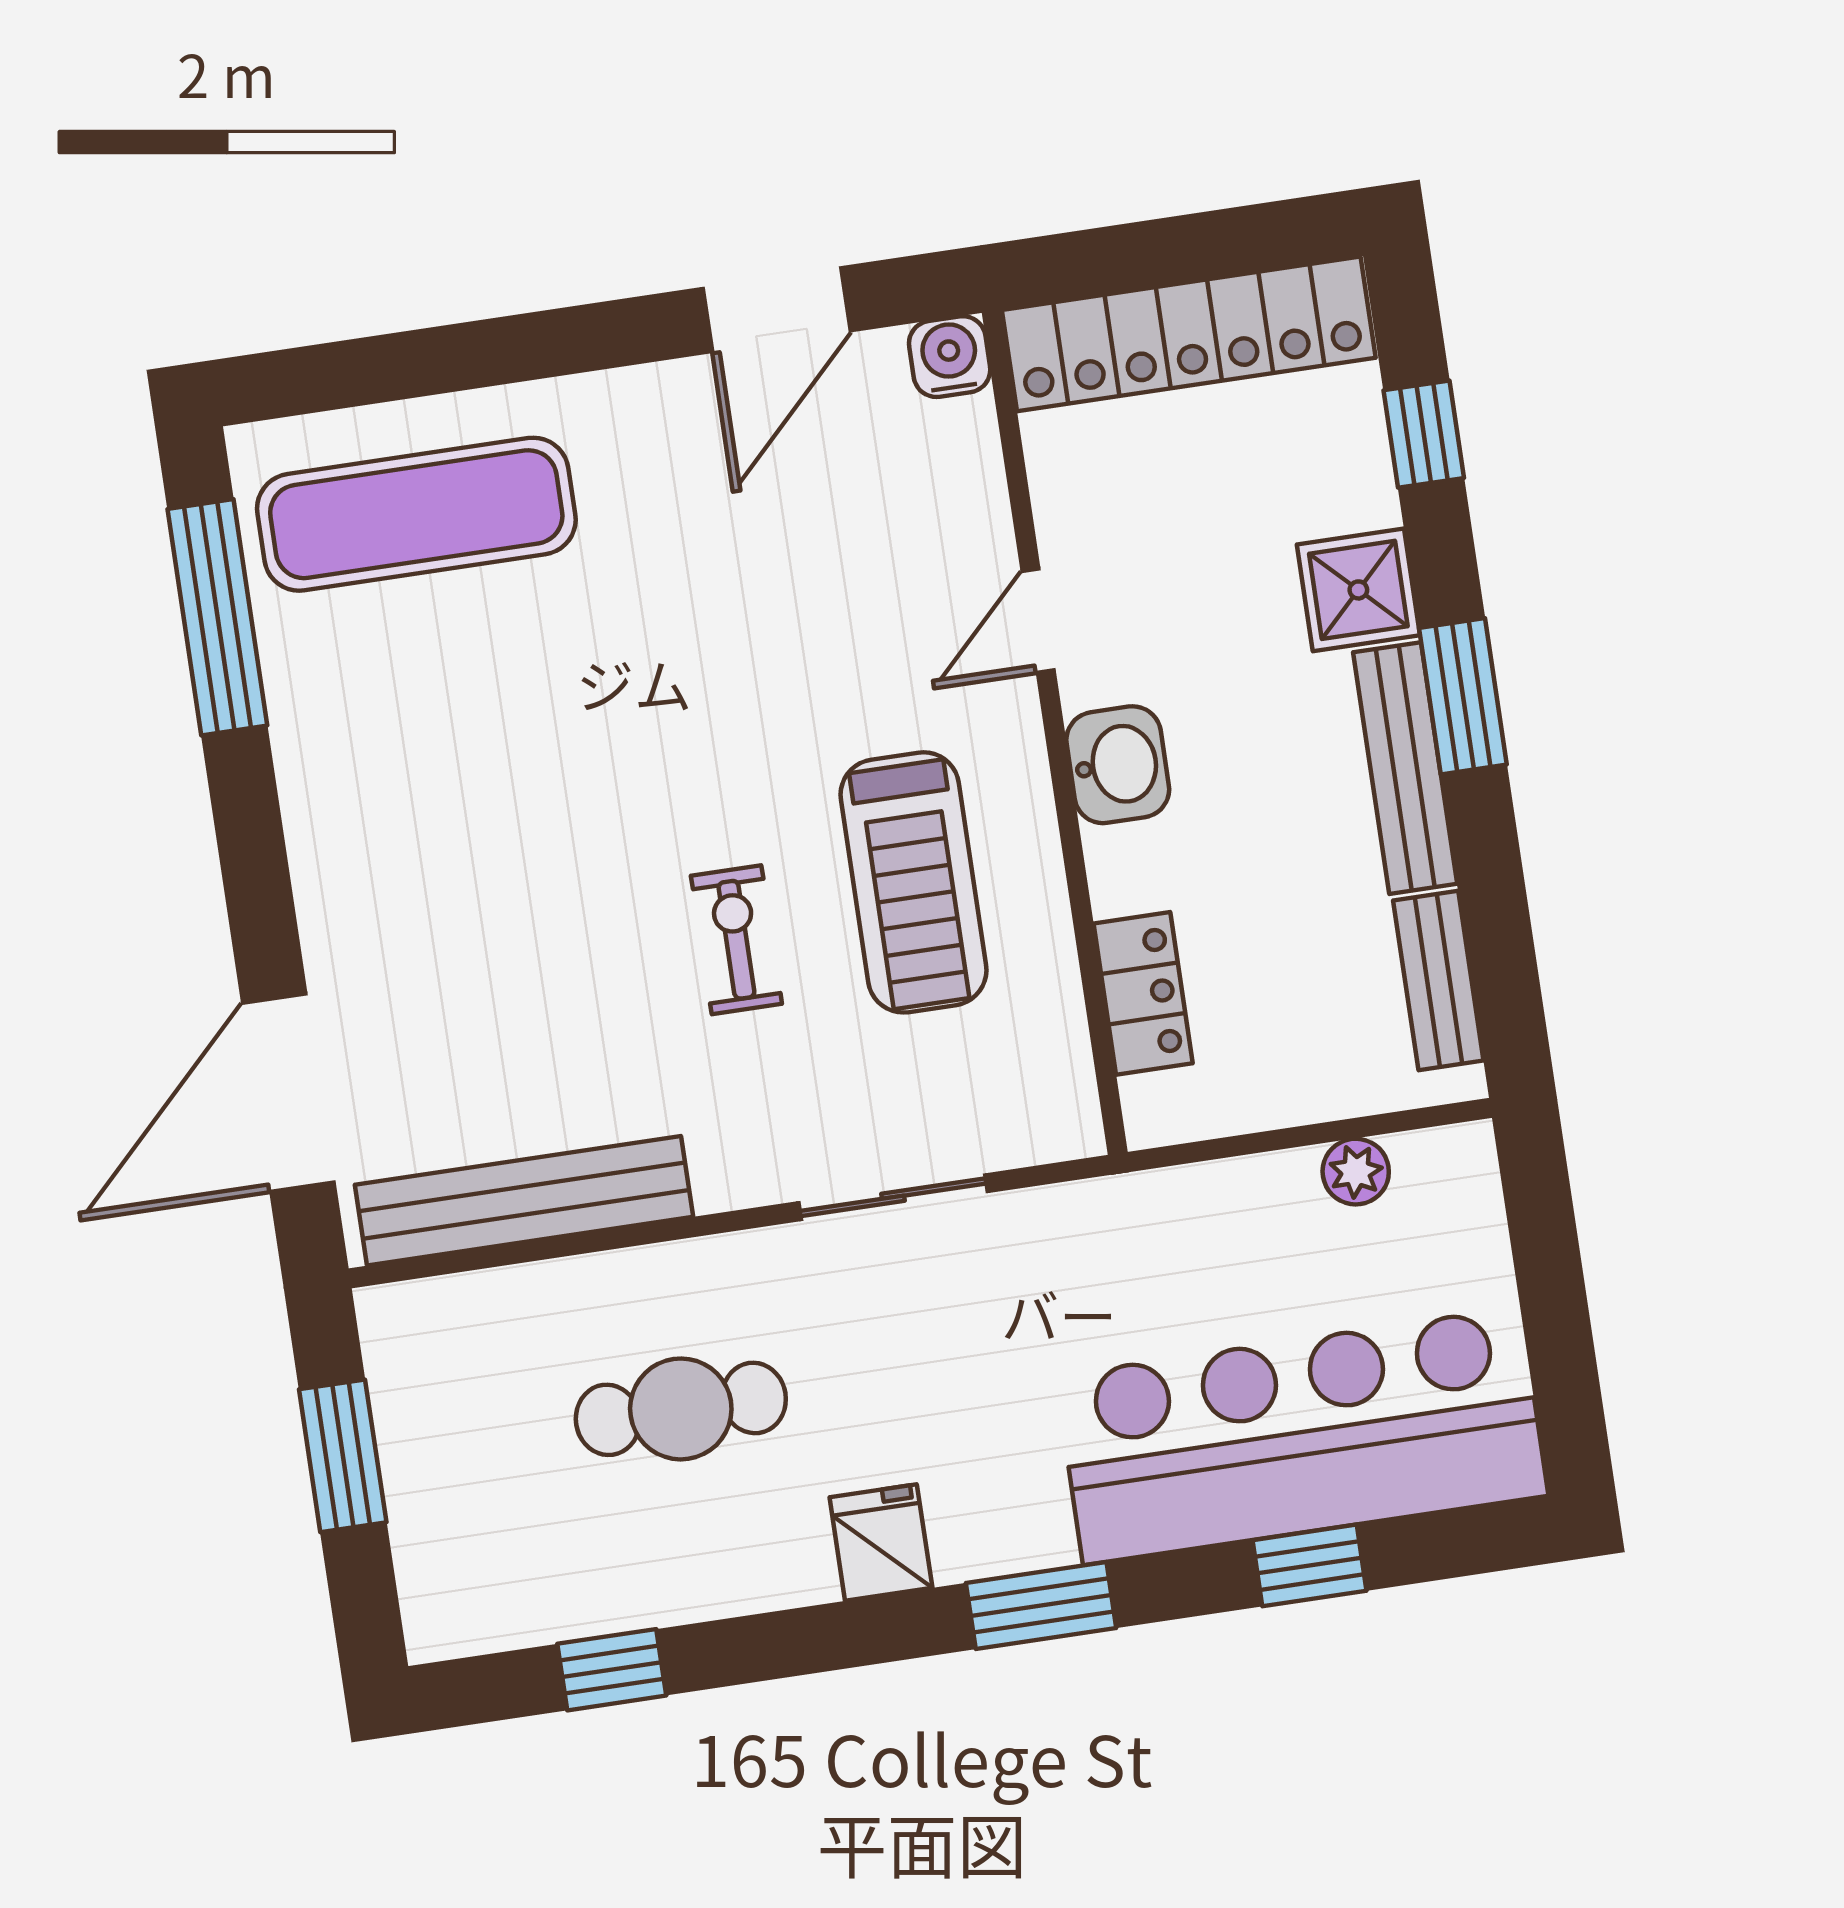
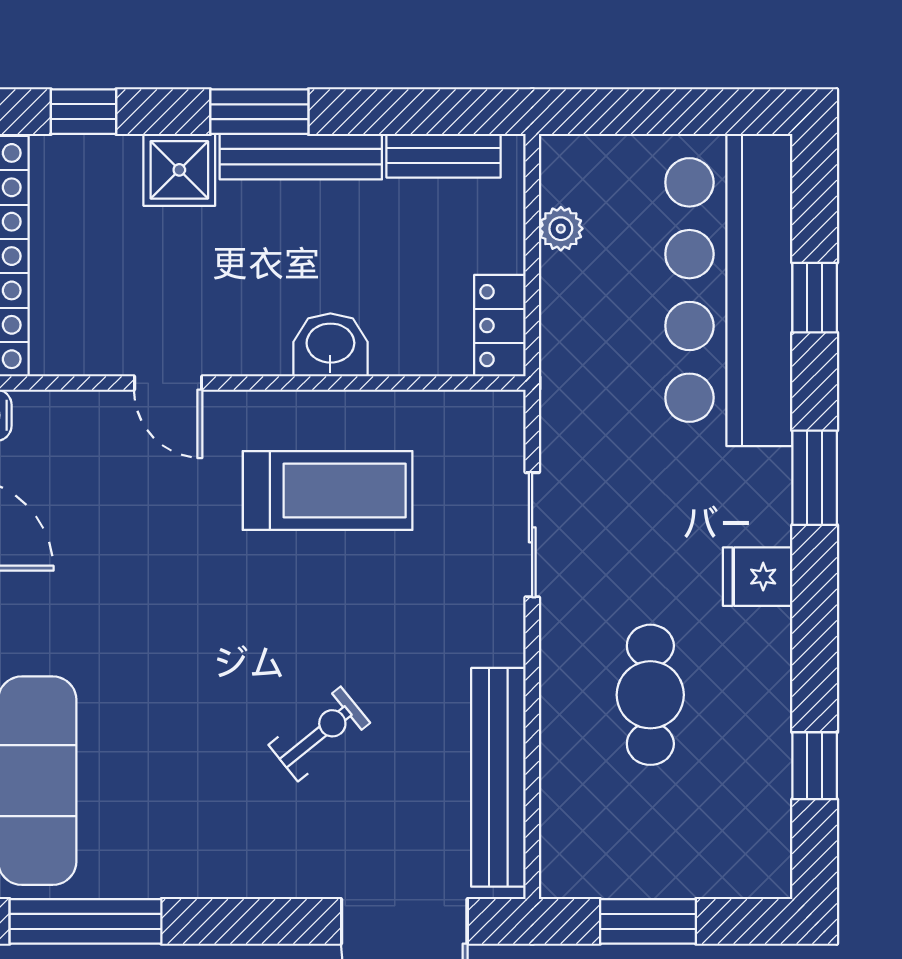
washbasin: (1118, 765) -> (330, 345), moved
exercise bike: (736, 940) -> (319, 734), moved, turned 141
locker: (1143, 993) -> (500, 326), moved, turned -90

